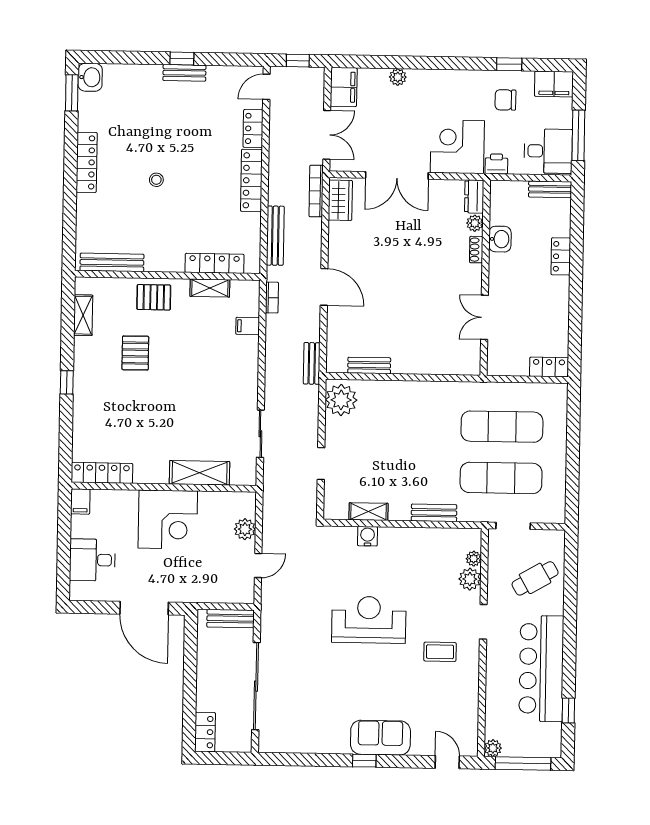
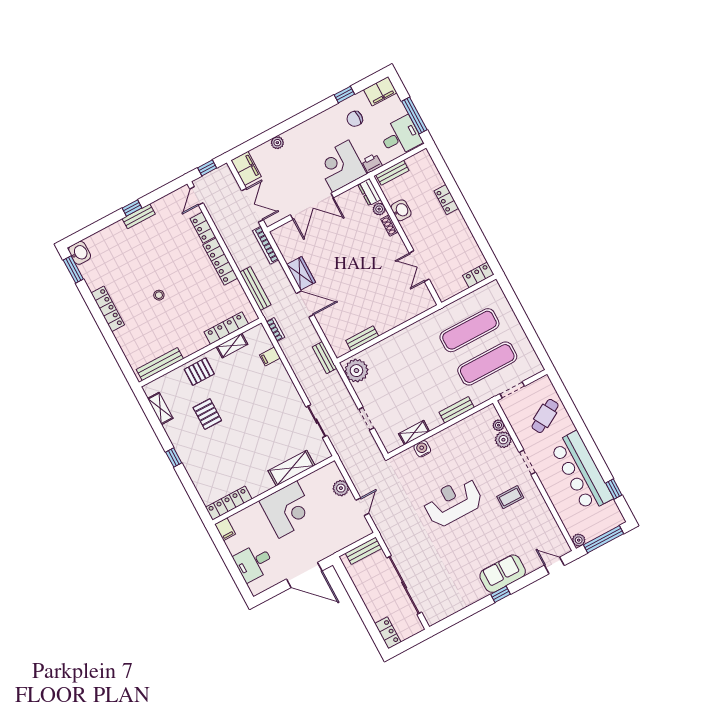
bench: (550, 189) -> (392, 173), moved
wardrobe: (340, 200) -> (301, 273), moved

